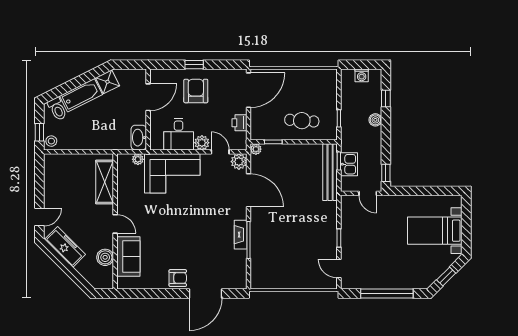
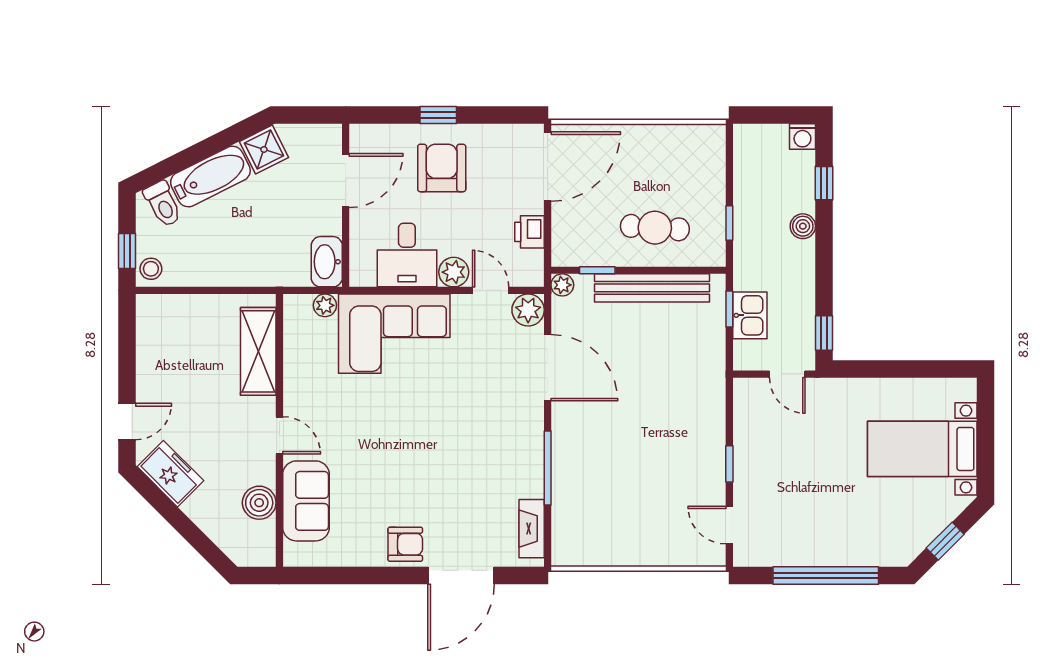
washing machine: (362, 75) -> (802, 137), moved
bench: (330, 172) -> (652, 288), moved, turned 90
fireplace: (241, 235) -> (532, 529), moved
freezer: (65, 247) -> (170, 474), width x0.71

